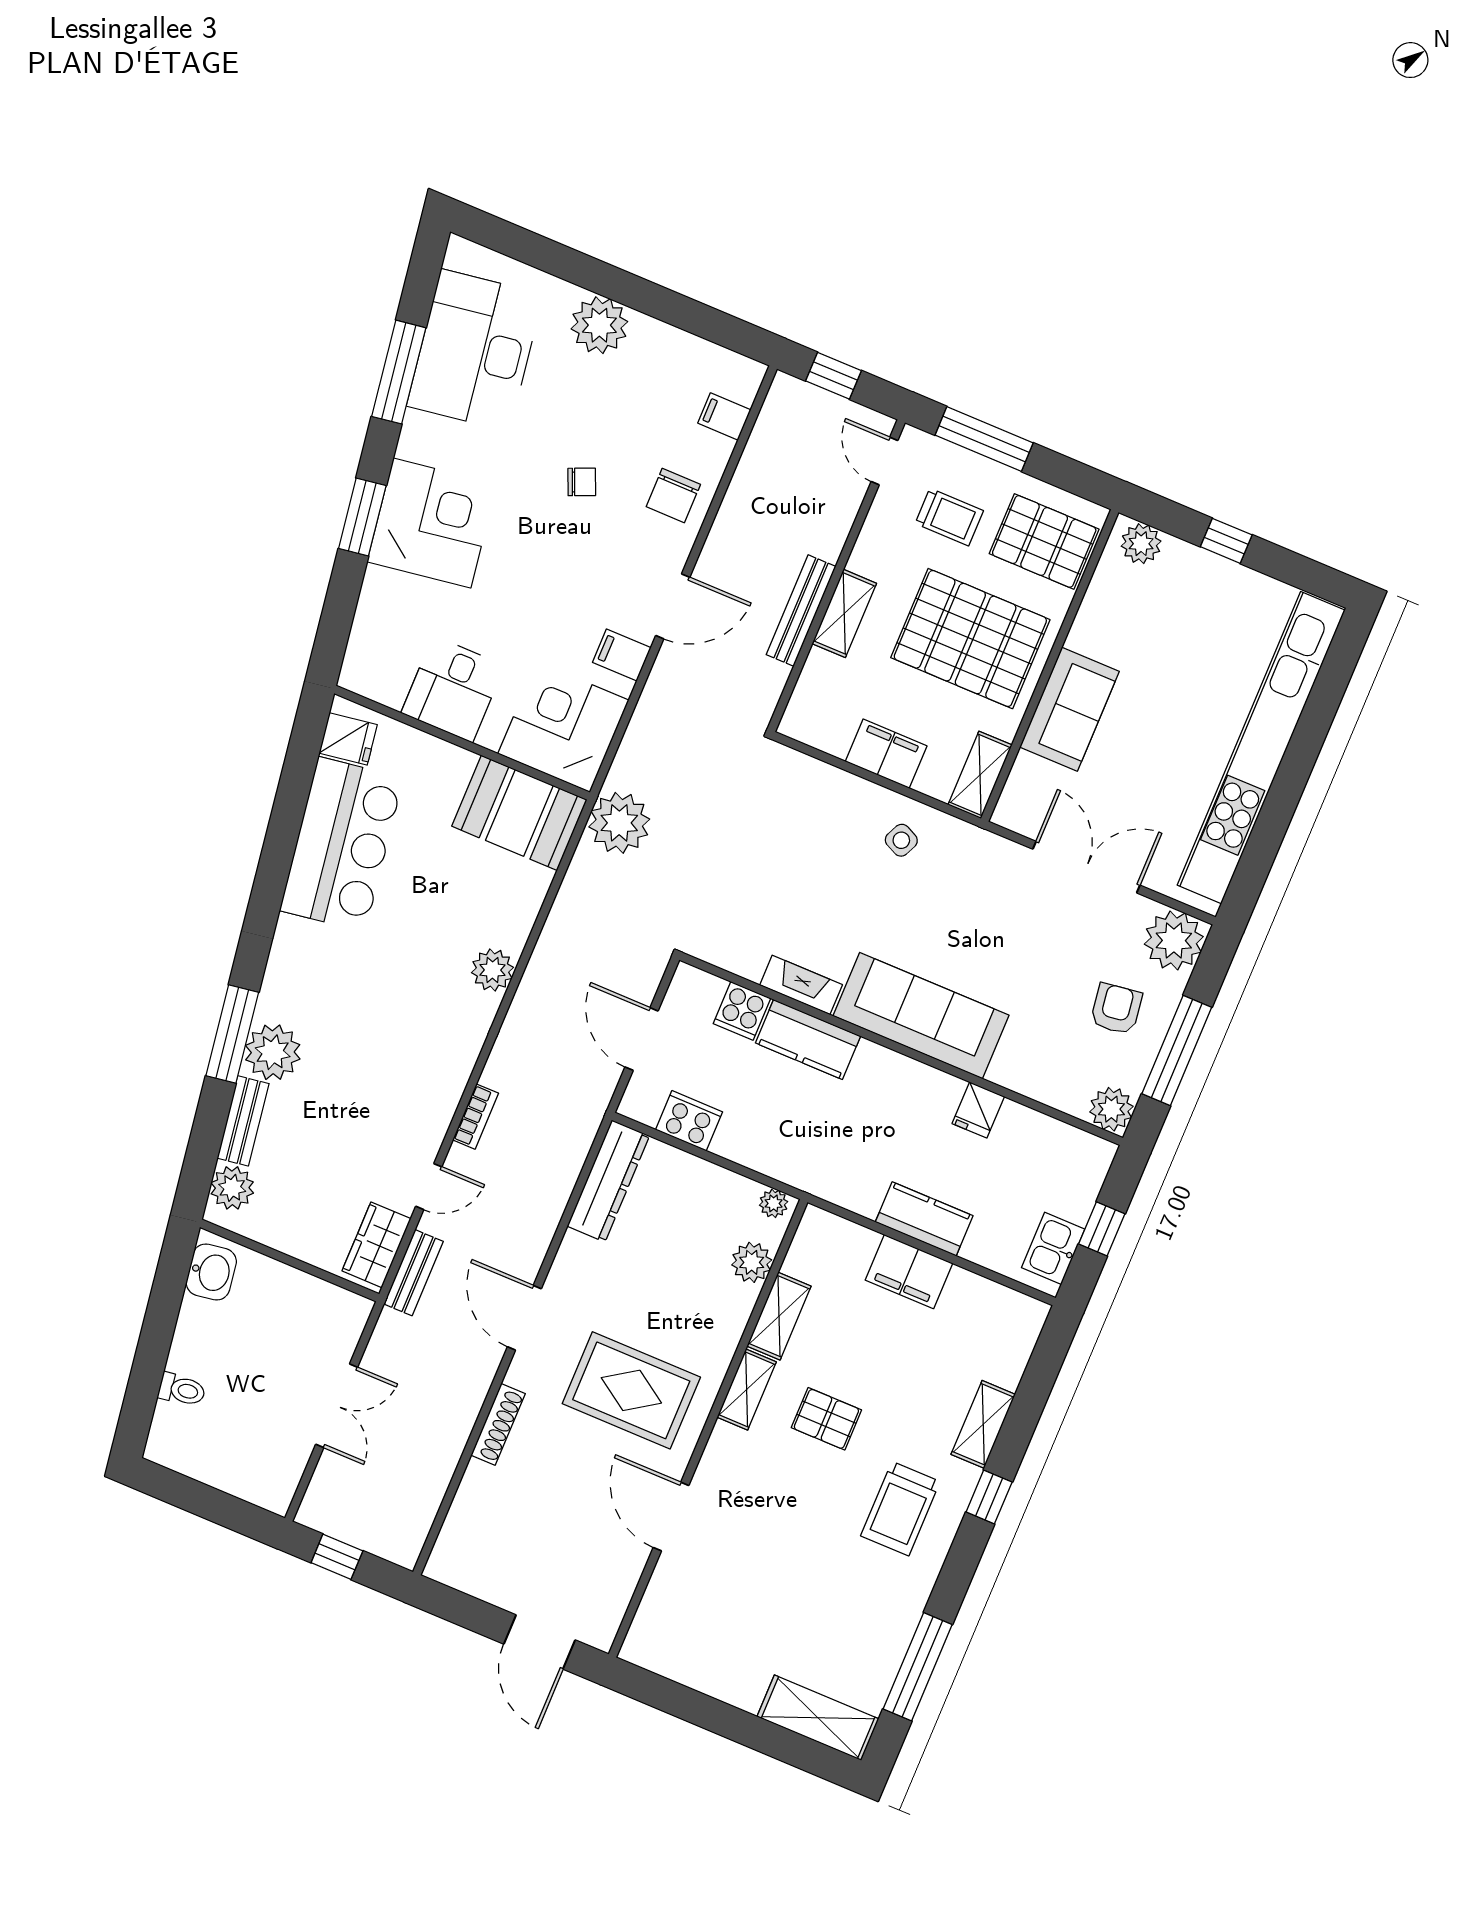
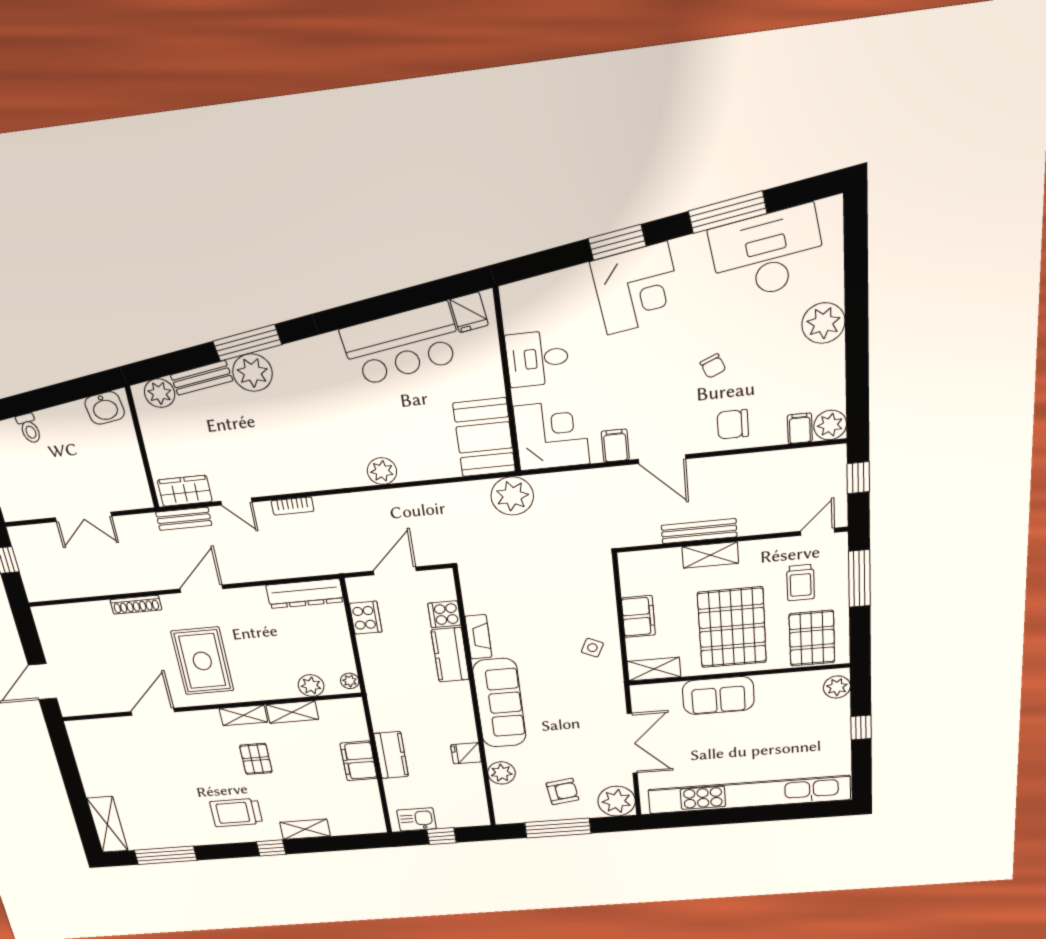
plant: (740, 378) -> (830, 425), added
plant: (1111, 1109) -> (501, 773), moved

